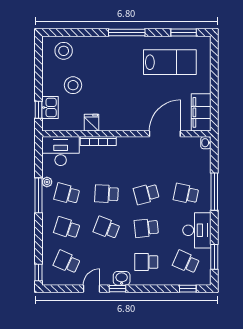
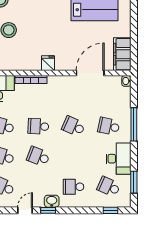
fridge: (91, 123) -> (48, 63), moved
school desk: (146, 194) -> (74, 126), turned 39
school desk: (146, 228) -> (74, 157), removed

